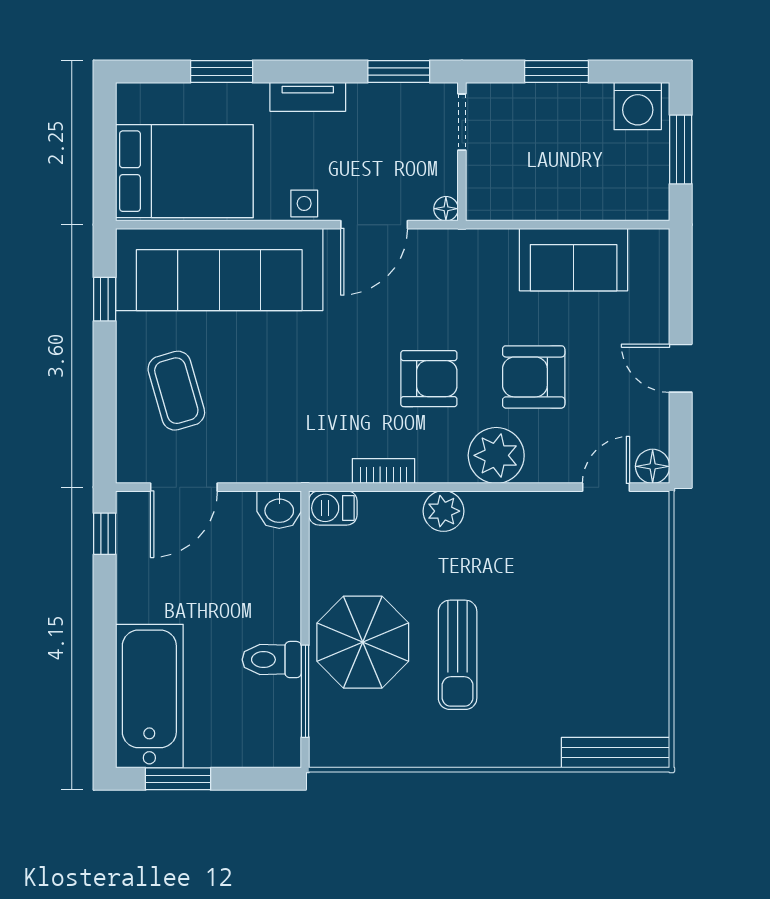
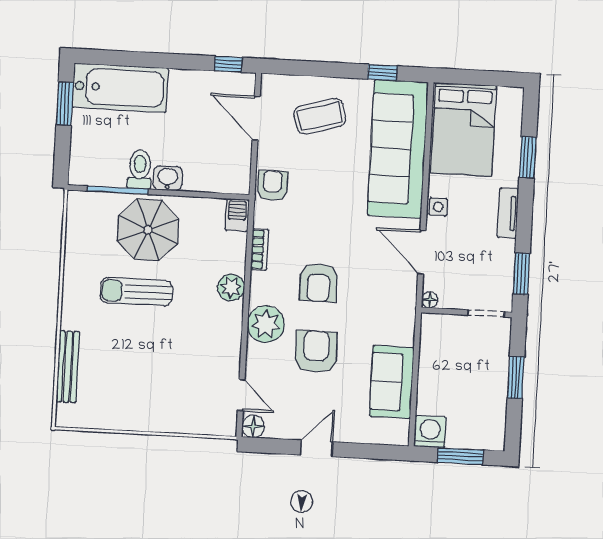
washing machine: (638, 106) -> (430, 432), moved, turned 90
armchair: (285, 456) -> (273, 186), added
washbasin: (279, 510) -> (168, 178), moved, turned 90
bench: (615, 753) -> (68, 367), moved

